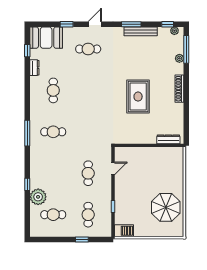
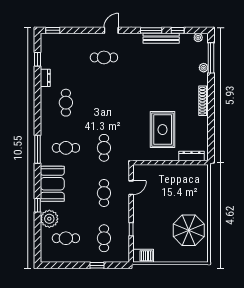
window: (67, 24) -> (53, 30), moved
window: (168, 24) -> (178, 30), moved
booth: (46, 38) -> (52, 184), moved, turned 90
rug: (138, 97) -> (163, 130), moved
cafe table: (88, 132) -> (104, 148), added

